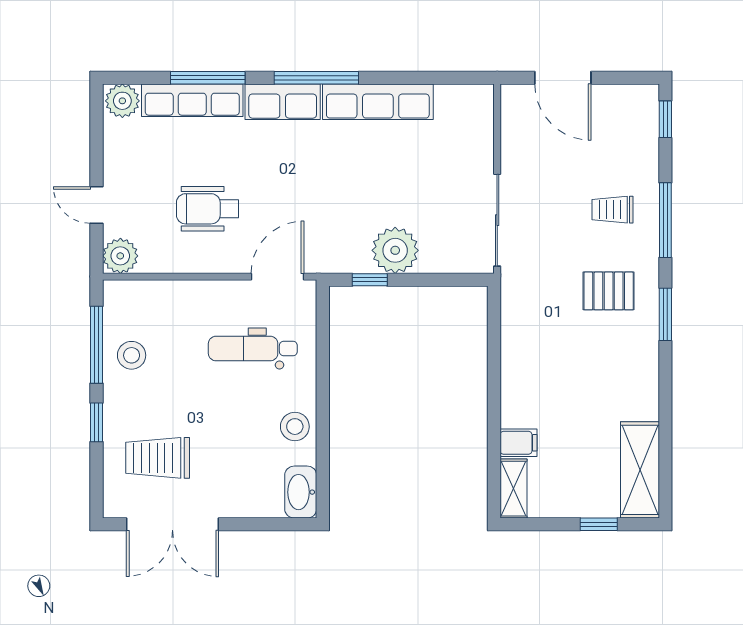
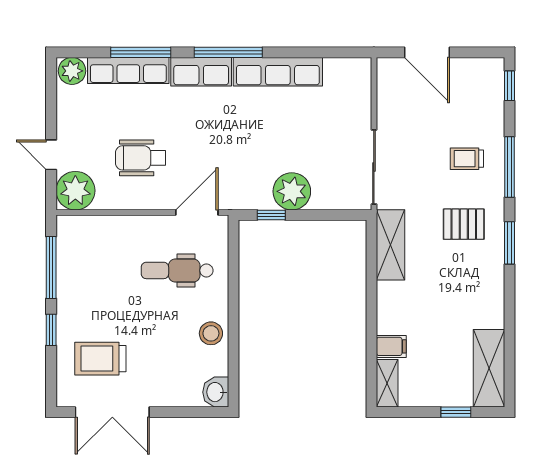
plant: (120, 256) -> (75, 191), width x1.36, depth x1.36
shelving: (518, 317) -> (391, 245), added
stool: (132, 355) -> (79, 276), removed
washbasin: (301, 492) -> (216, 392), width x0.72

